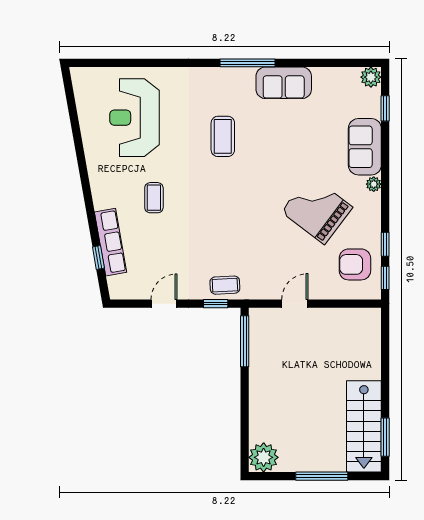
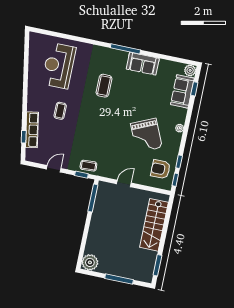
sofa: (365, 147) -> (182, 91), moved
grand piano: (317, 210) -> (146, 135), turned -151
stairs: (364, 426) -> (154, 225), moved

